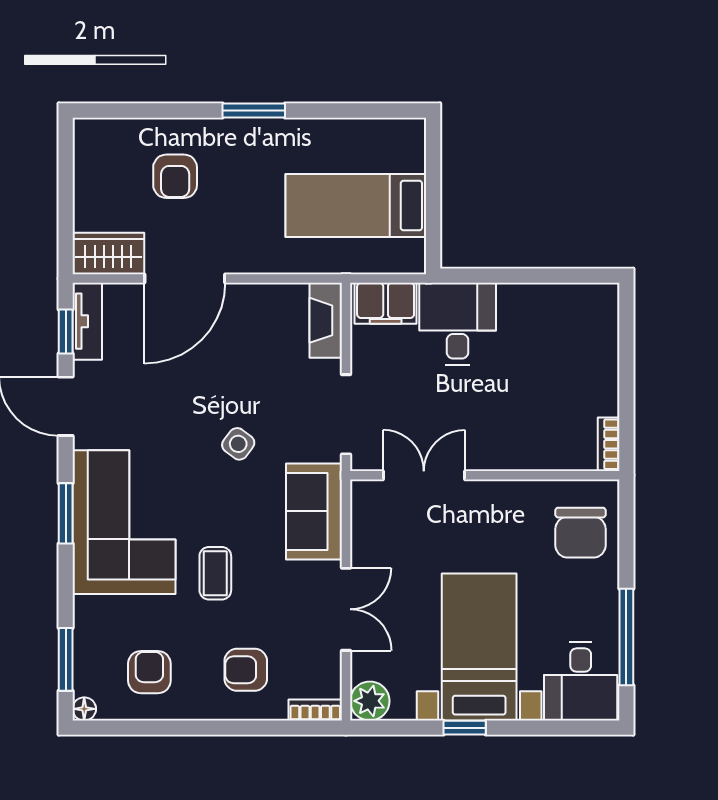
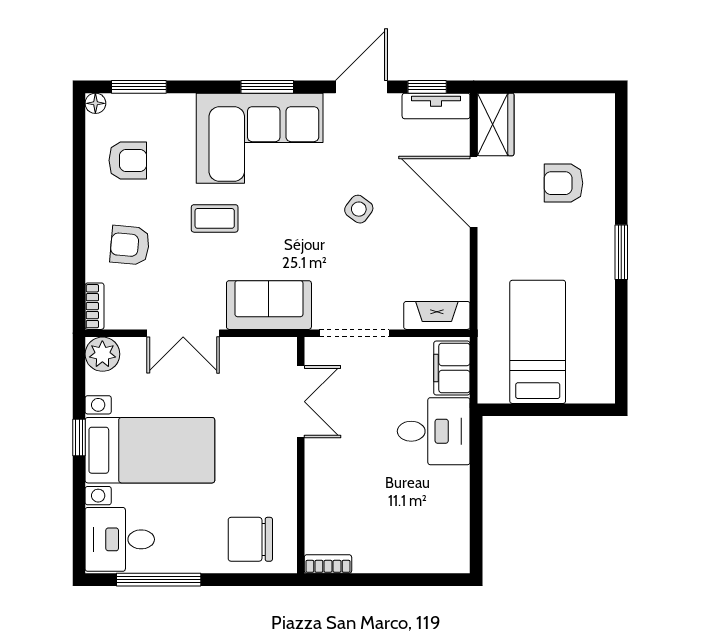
side table: (238, 444) -> (359, 209), moved
armchair: (246, 670) -> (130, 245), turned -85

